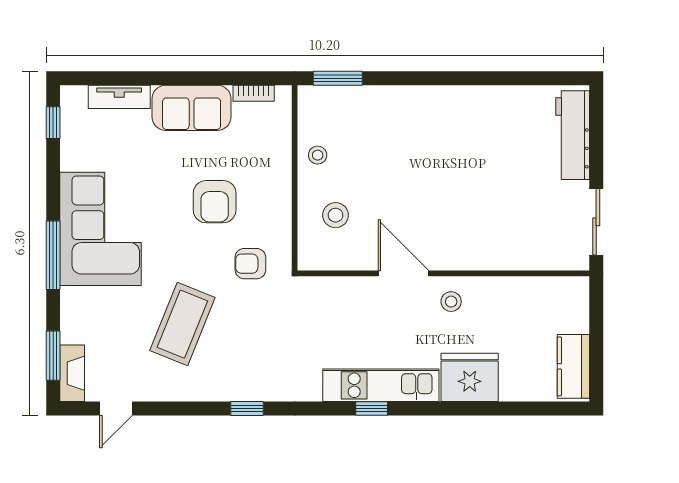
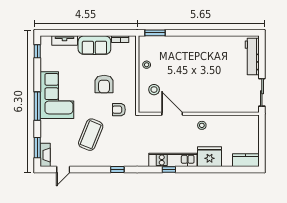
door: (404, 273) -> (172, 114), moved
kitchen counter: (573, 366) -> (246, 160), moved, turned 90

